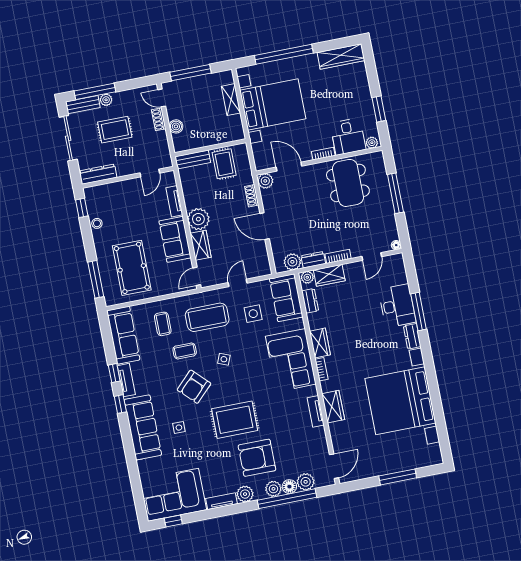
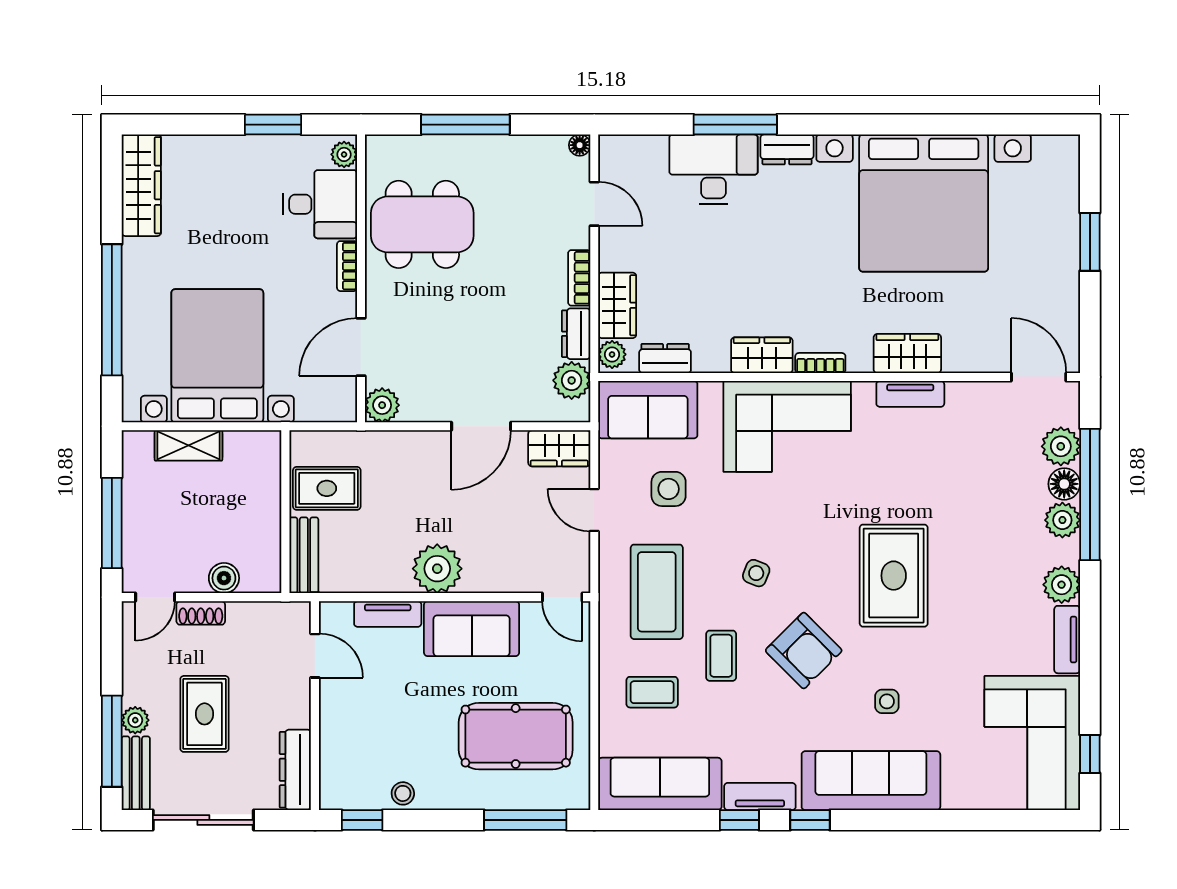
shoe rack: (252, 196) -> (409, 442), removed
wardrobe: (201, 245) -> (559, 448), moved, turned 180
armchair: (257, 458) -> (987, 543), removed
window: (398, 477) -> (1090, 242), width x0.69

